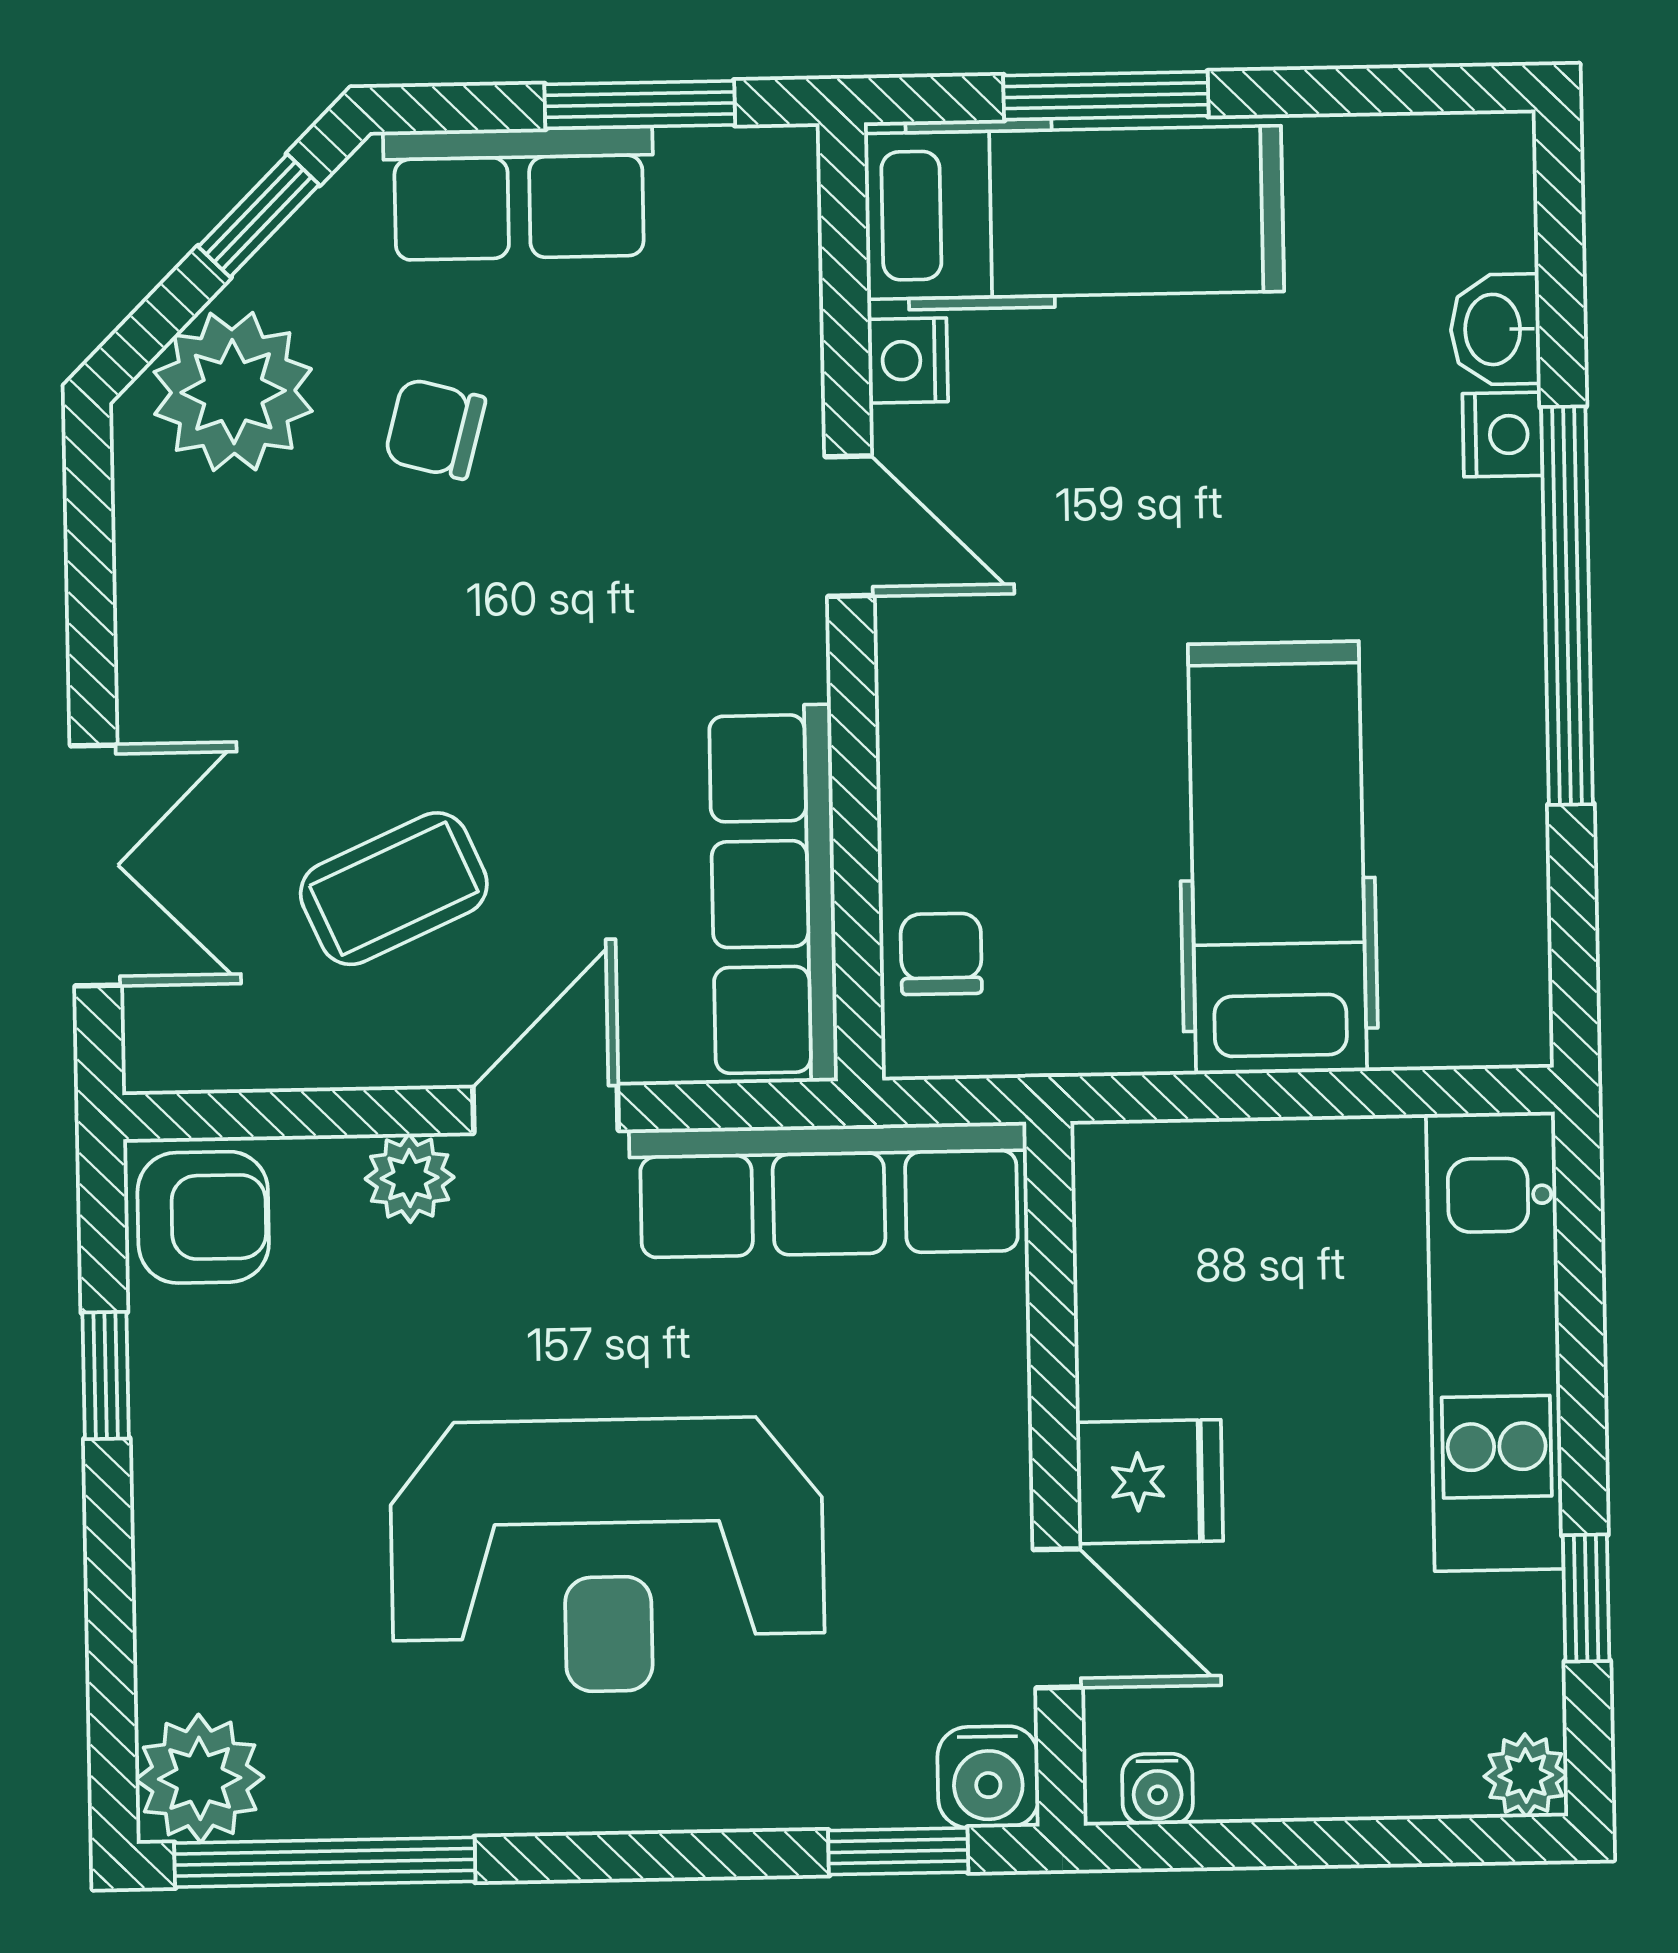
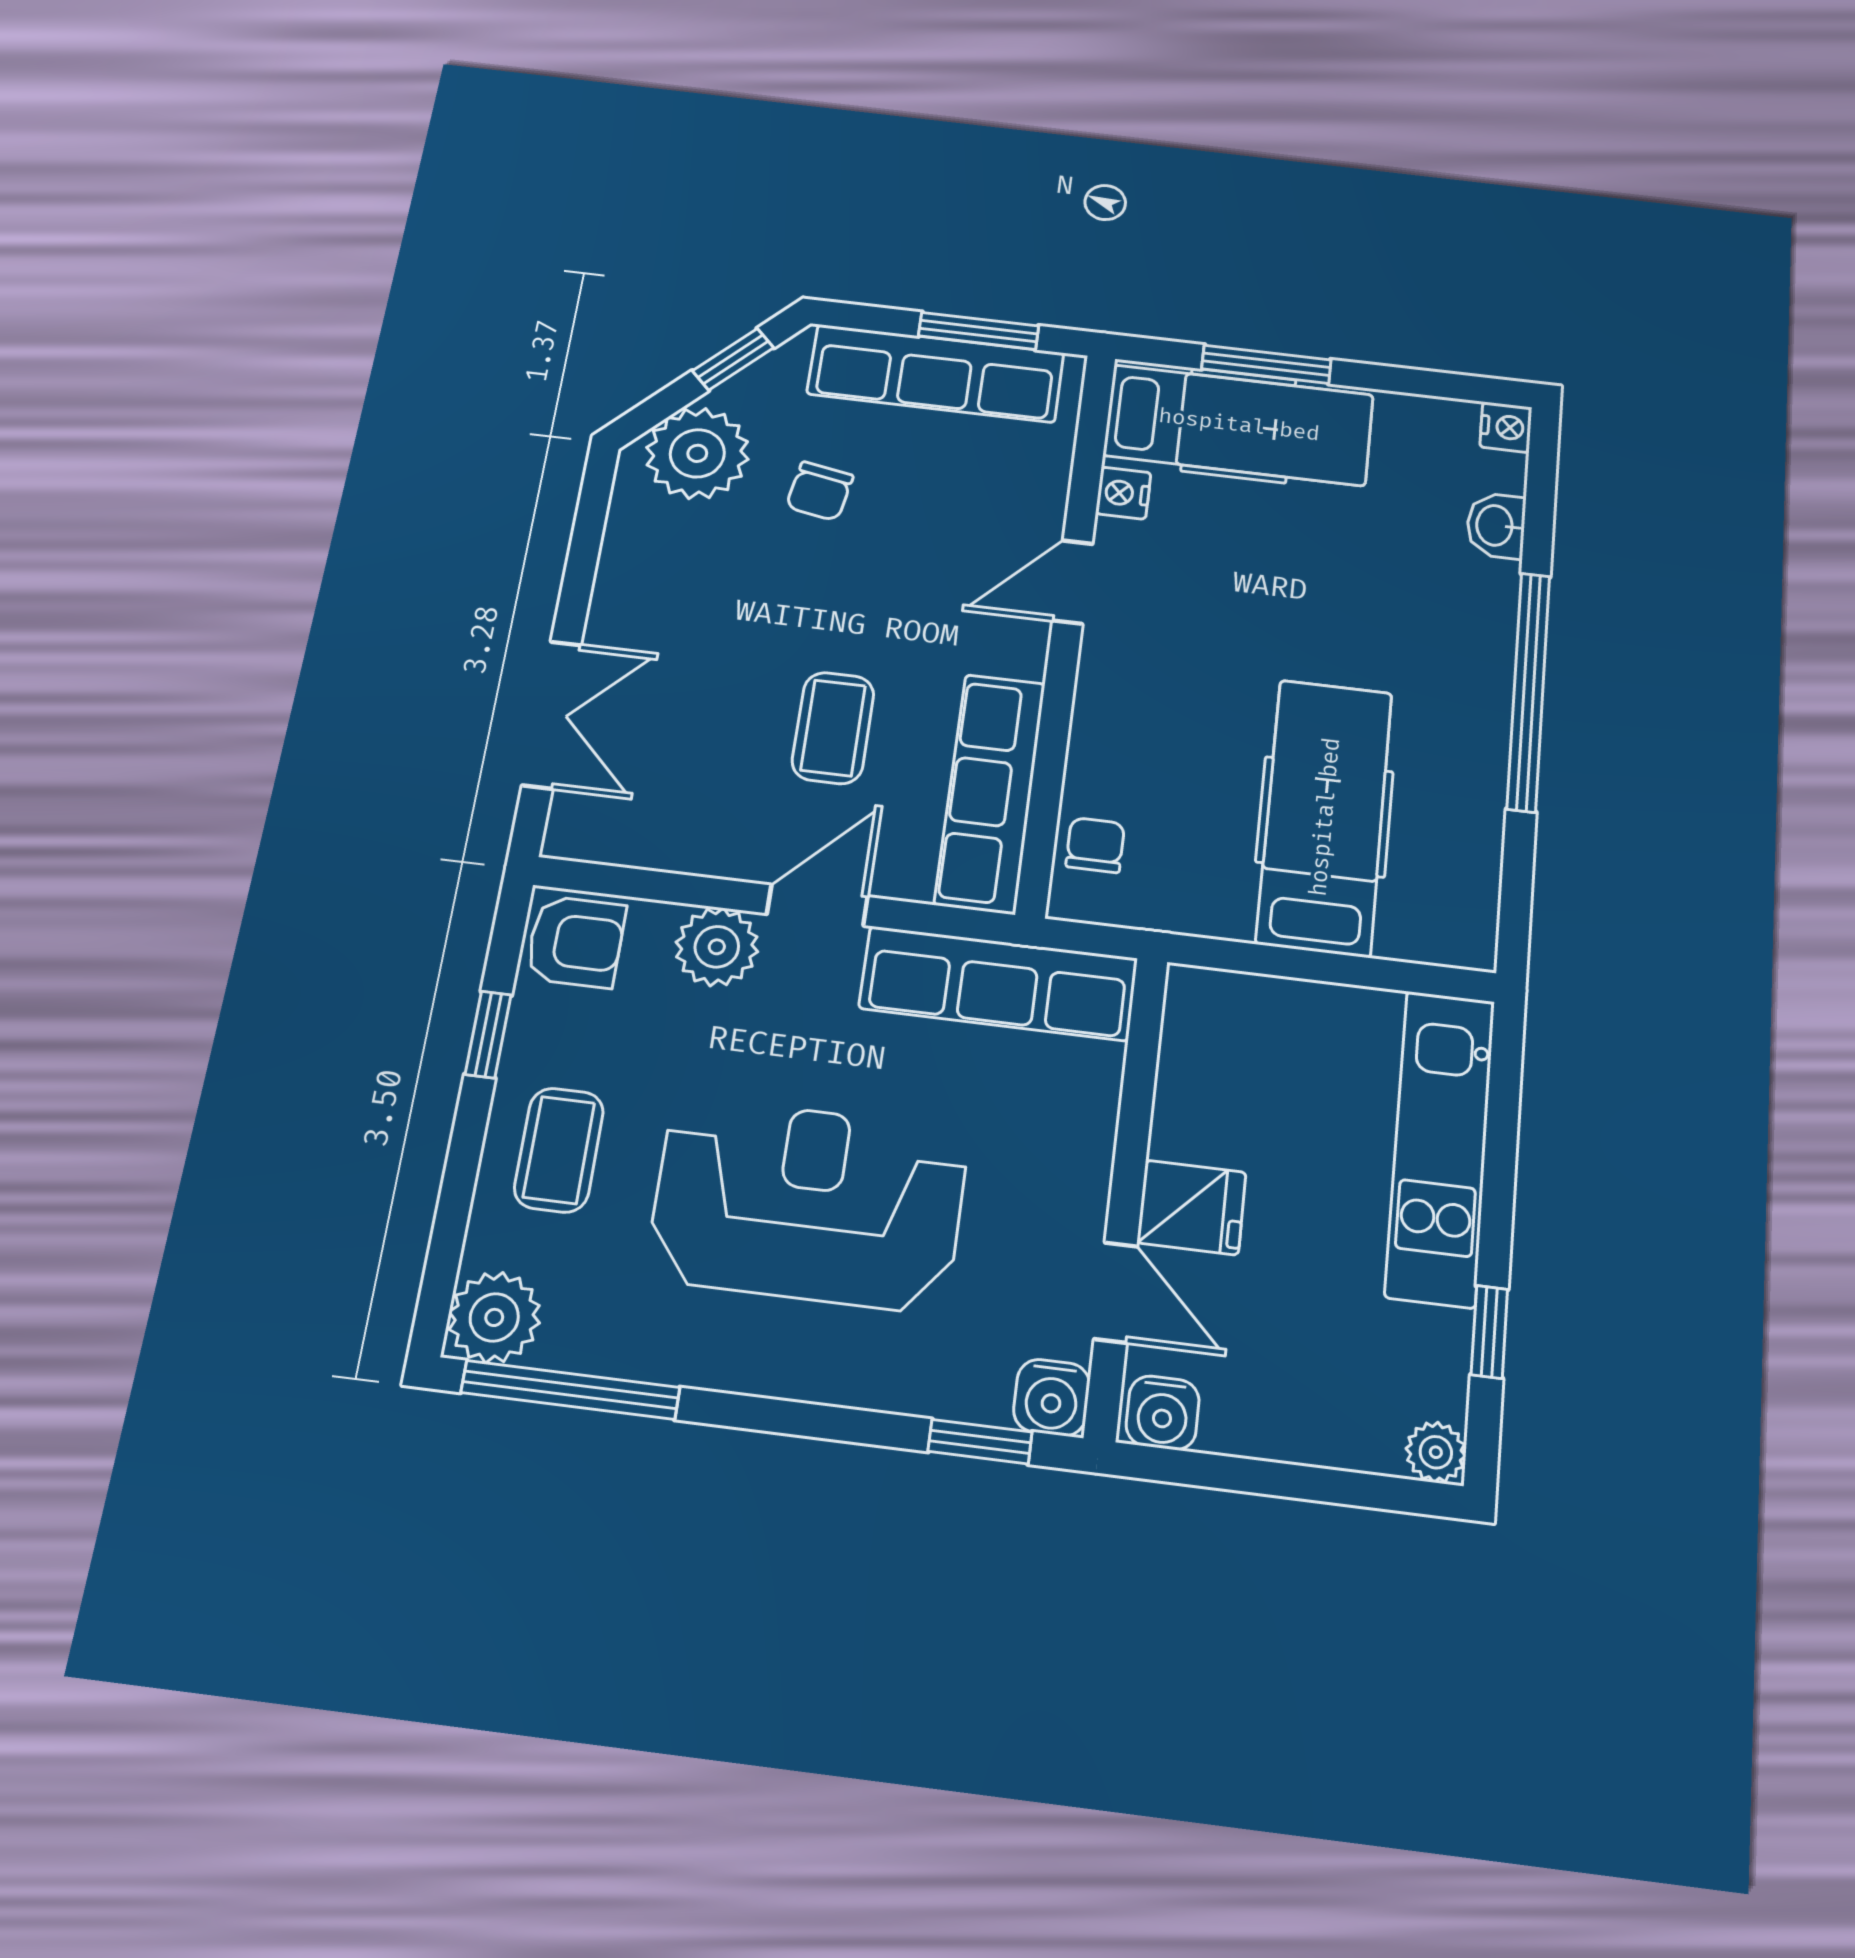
row of seats: (519, 193) -> (936, 373), width x1.48
chair: (435, 429) -> (820, 491), turned -95
nightstand: (1502, 435) -> (1506, 427), moved
door: (849, 526) -> (1073, 582), swing flipped
coffee table: (394, 889) -> (833, 728), moved, turned -66
plant: (410, 1178) -> (717, 947), width x1.38, depth x1.38
coffee table: (241, 1529) -> (559, 1150), added
reception desk: (607, 1555) -> (808, 1204), turned 180
water cooler: (1157, 1789) -> (1163, 1413), width x1.38, depth x1.38

